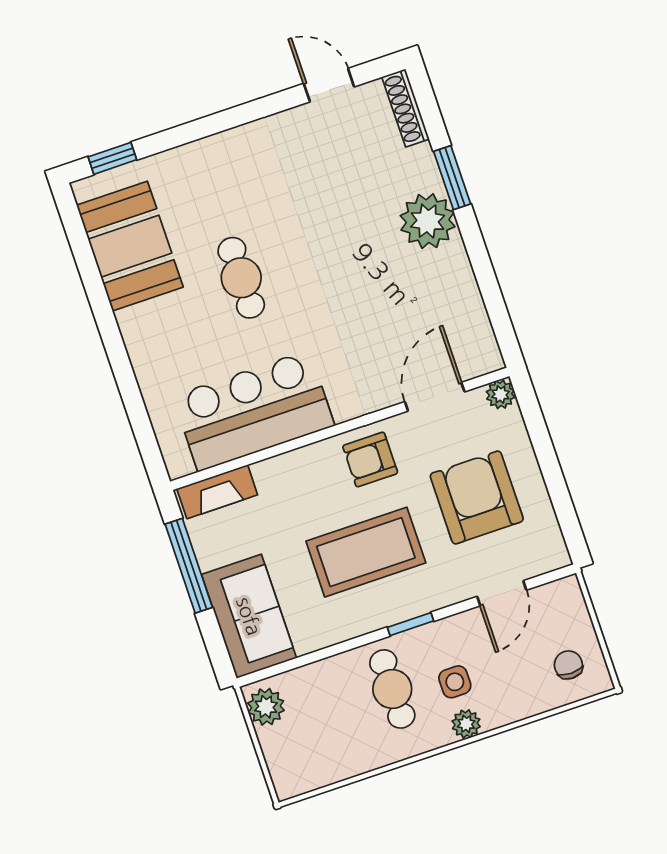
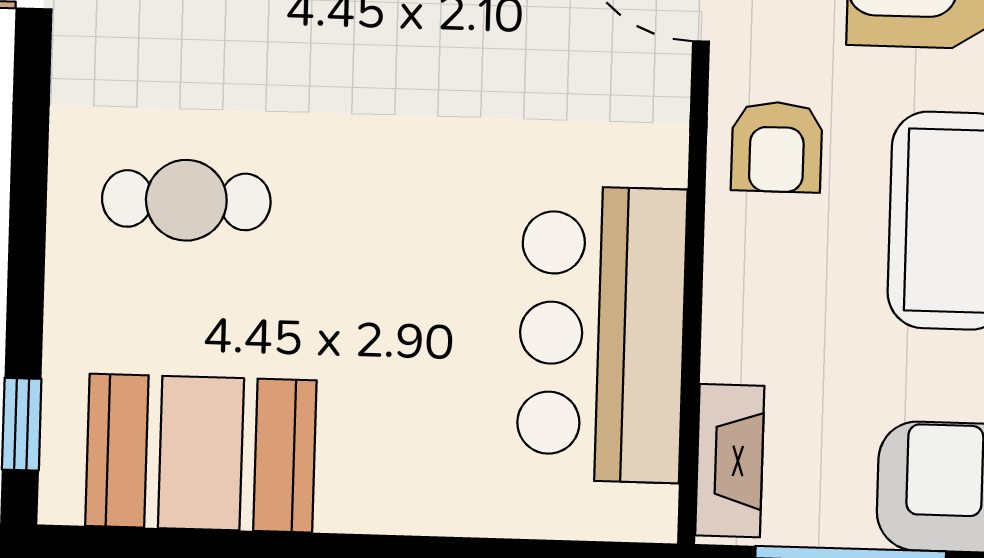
cafe table: (241, 278) -> (186, 200), moved

